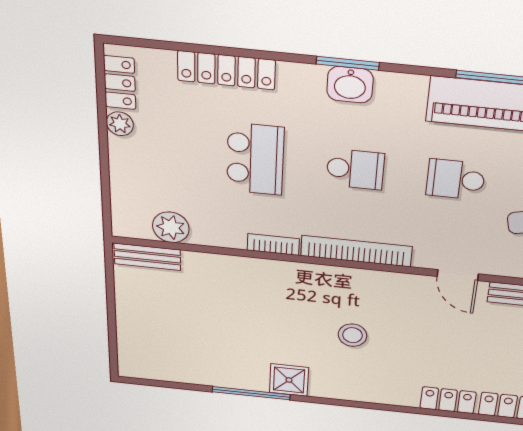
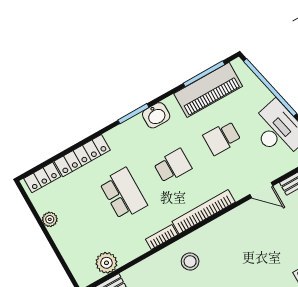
locker: (120, 83) -> (42, 177), moved, turned 90
washbasin: (350, 85) -> (156, 115), moved
stool: (353, 335) -> (190, 262), moved

